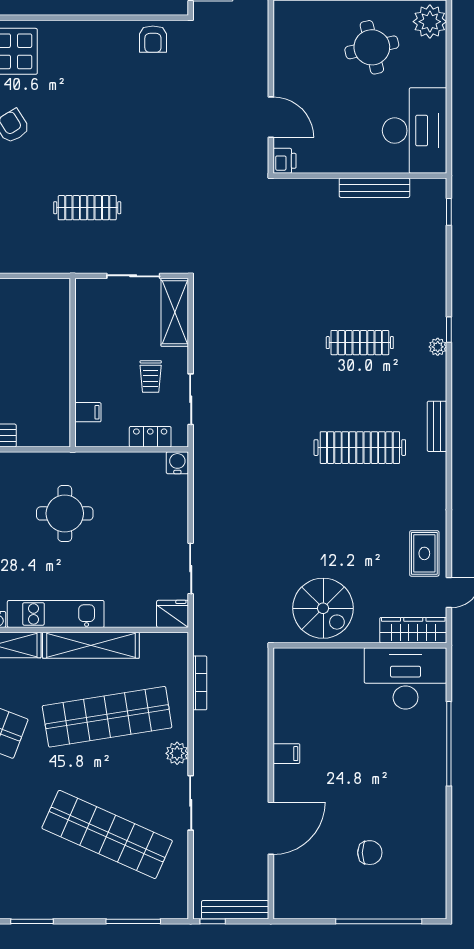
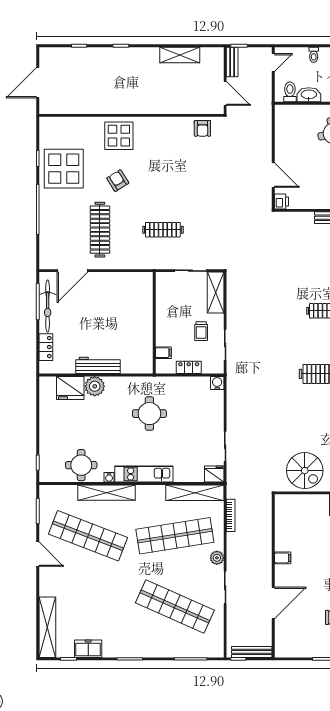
locker: (150, 437) -> (189, 367), moved
shelving: (91, 645) -> (195, 493), moved

